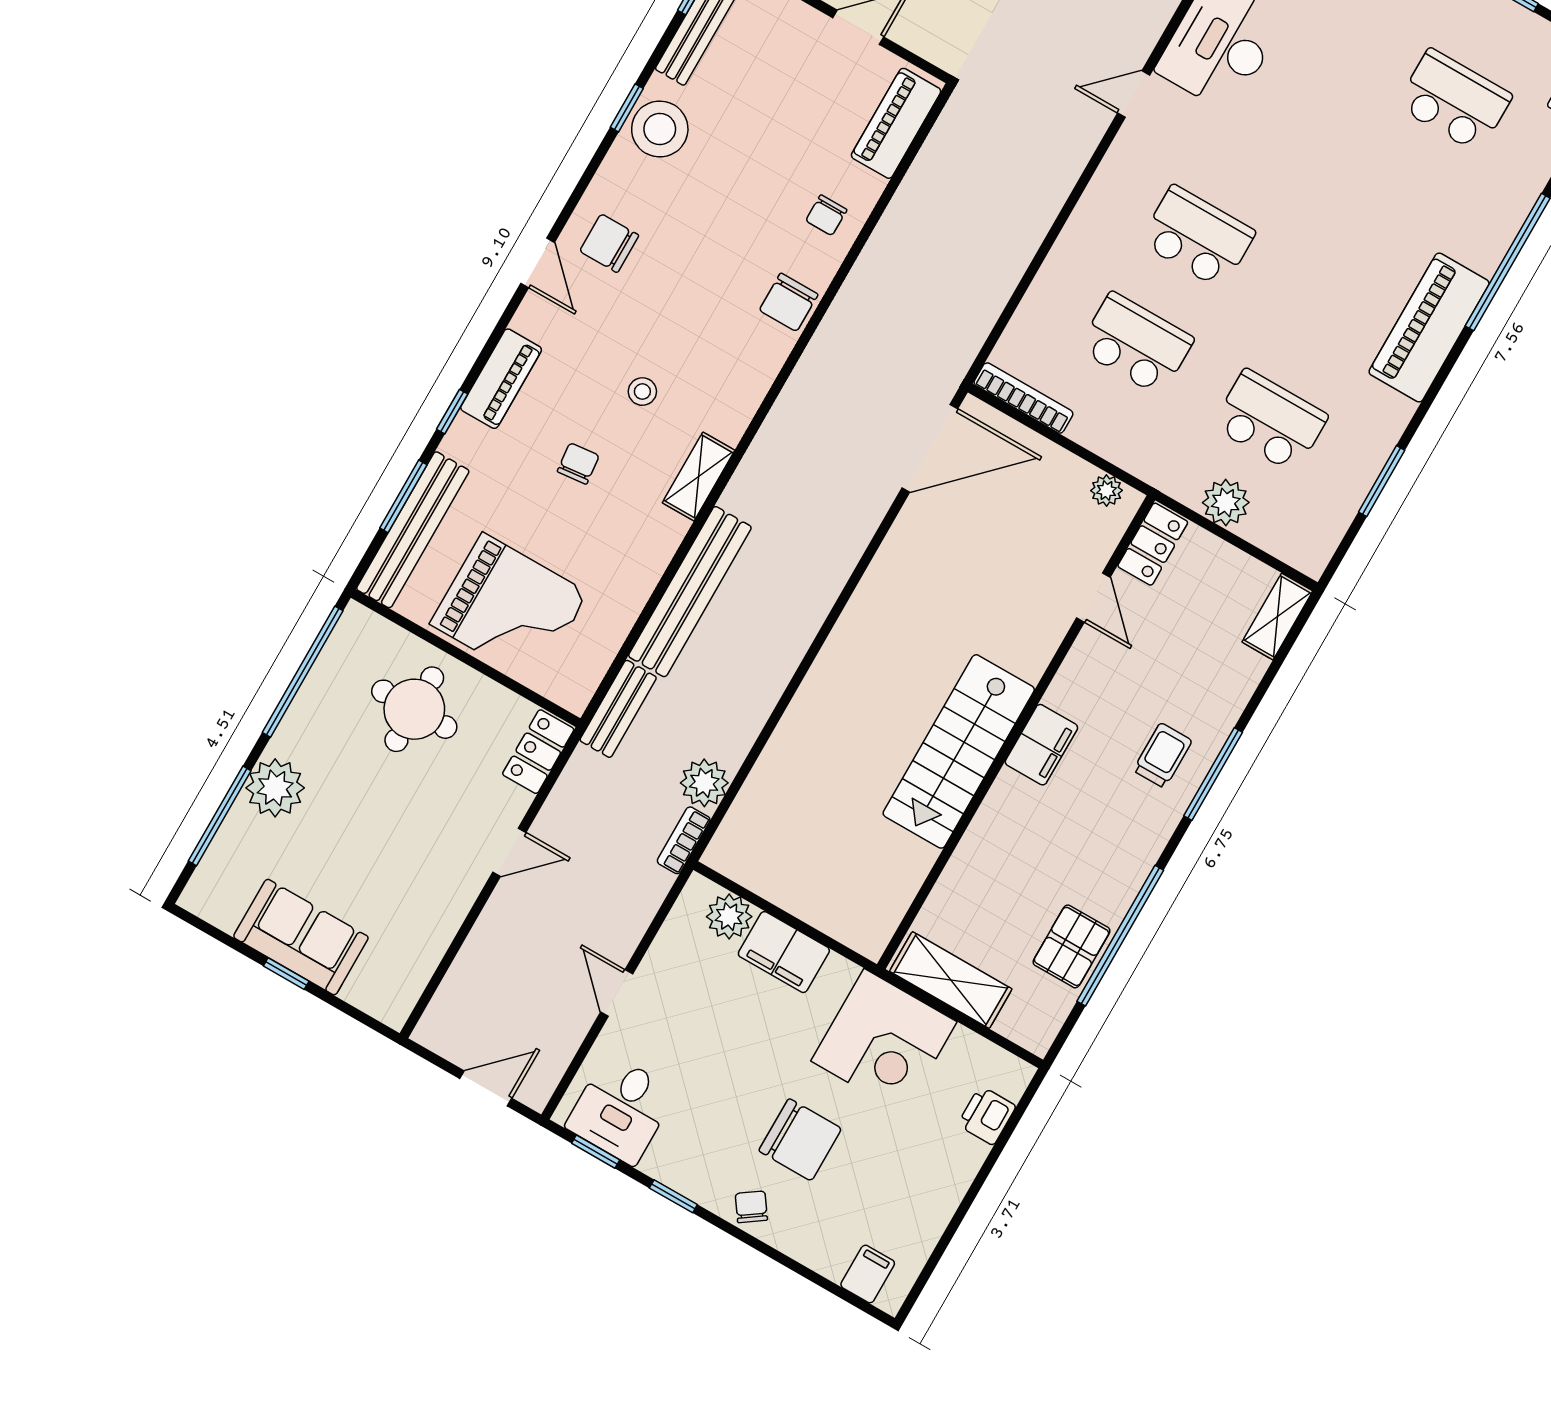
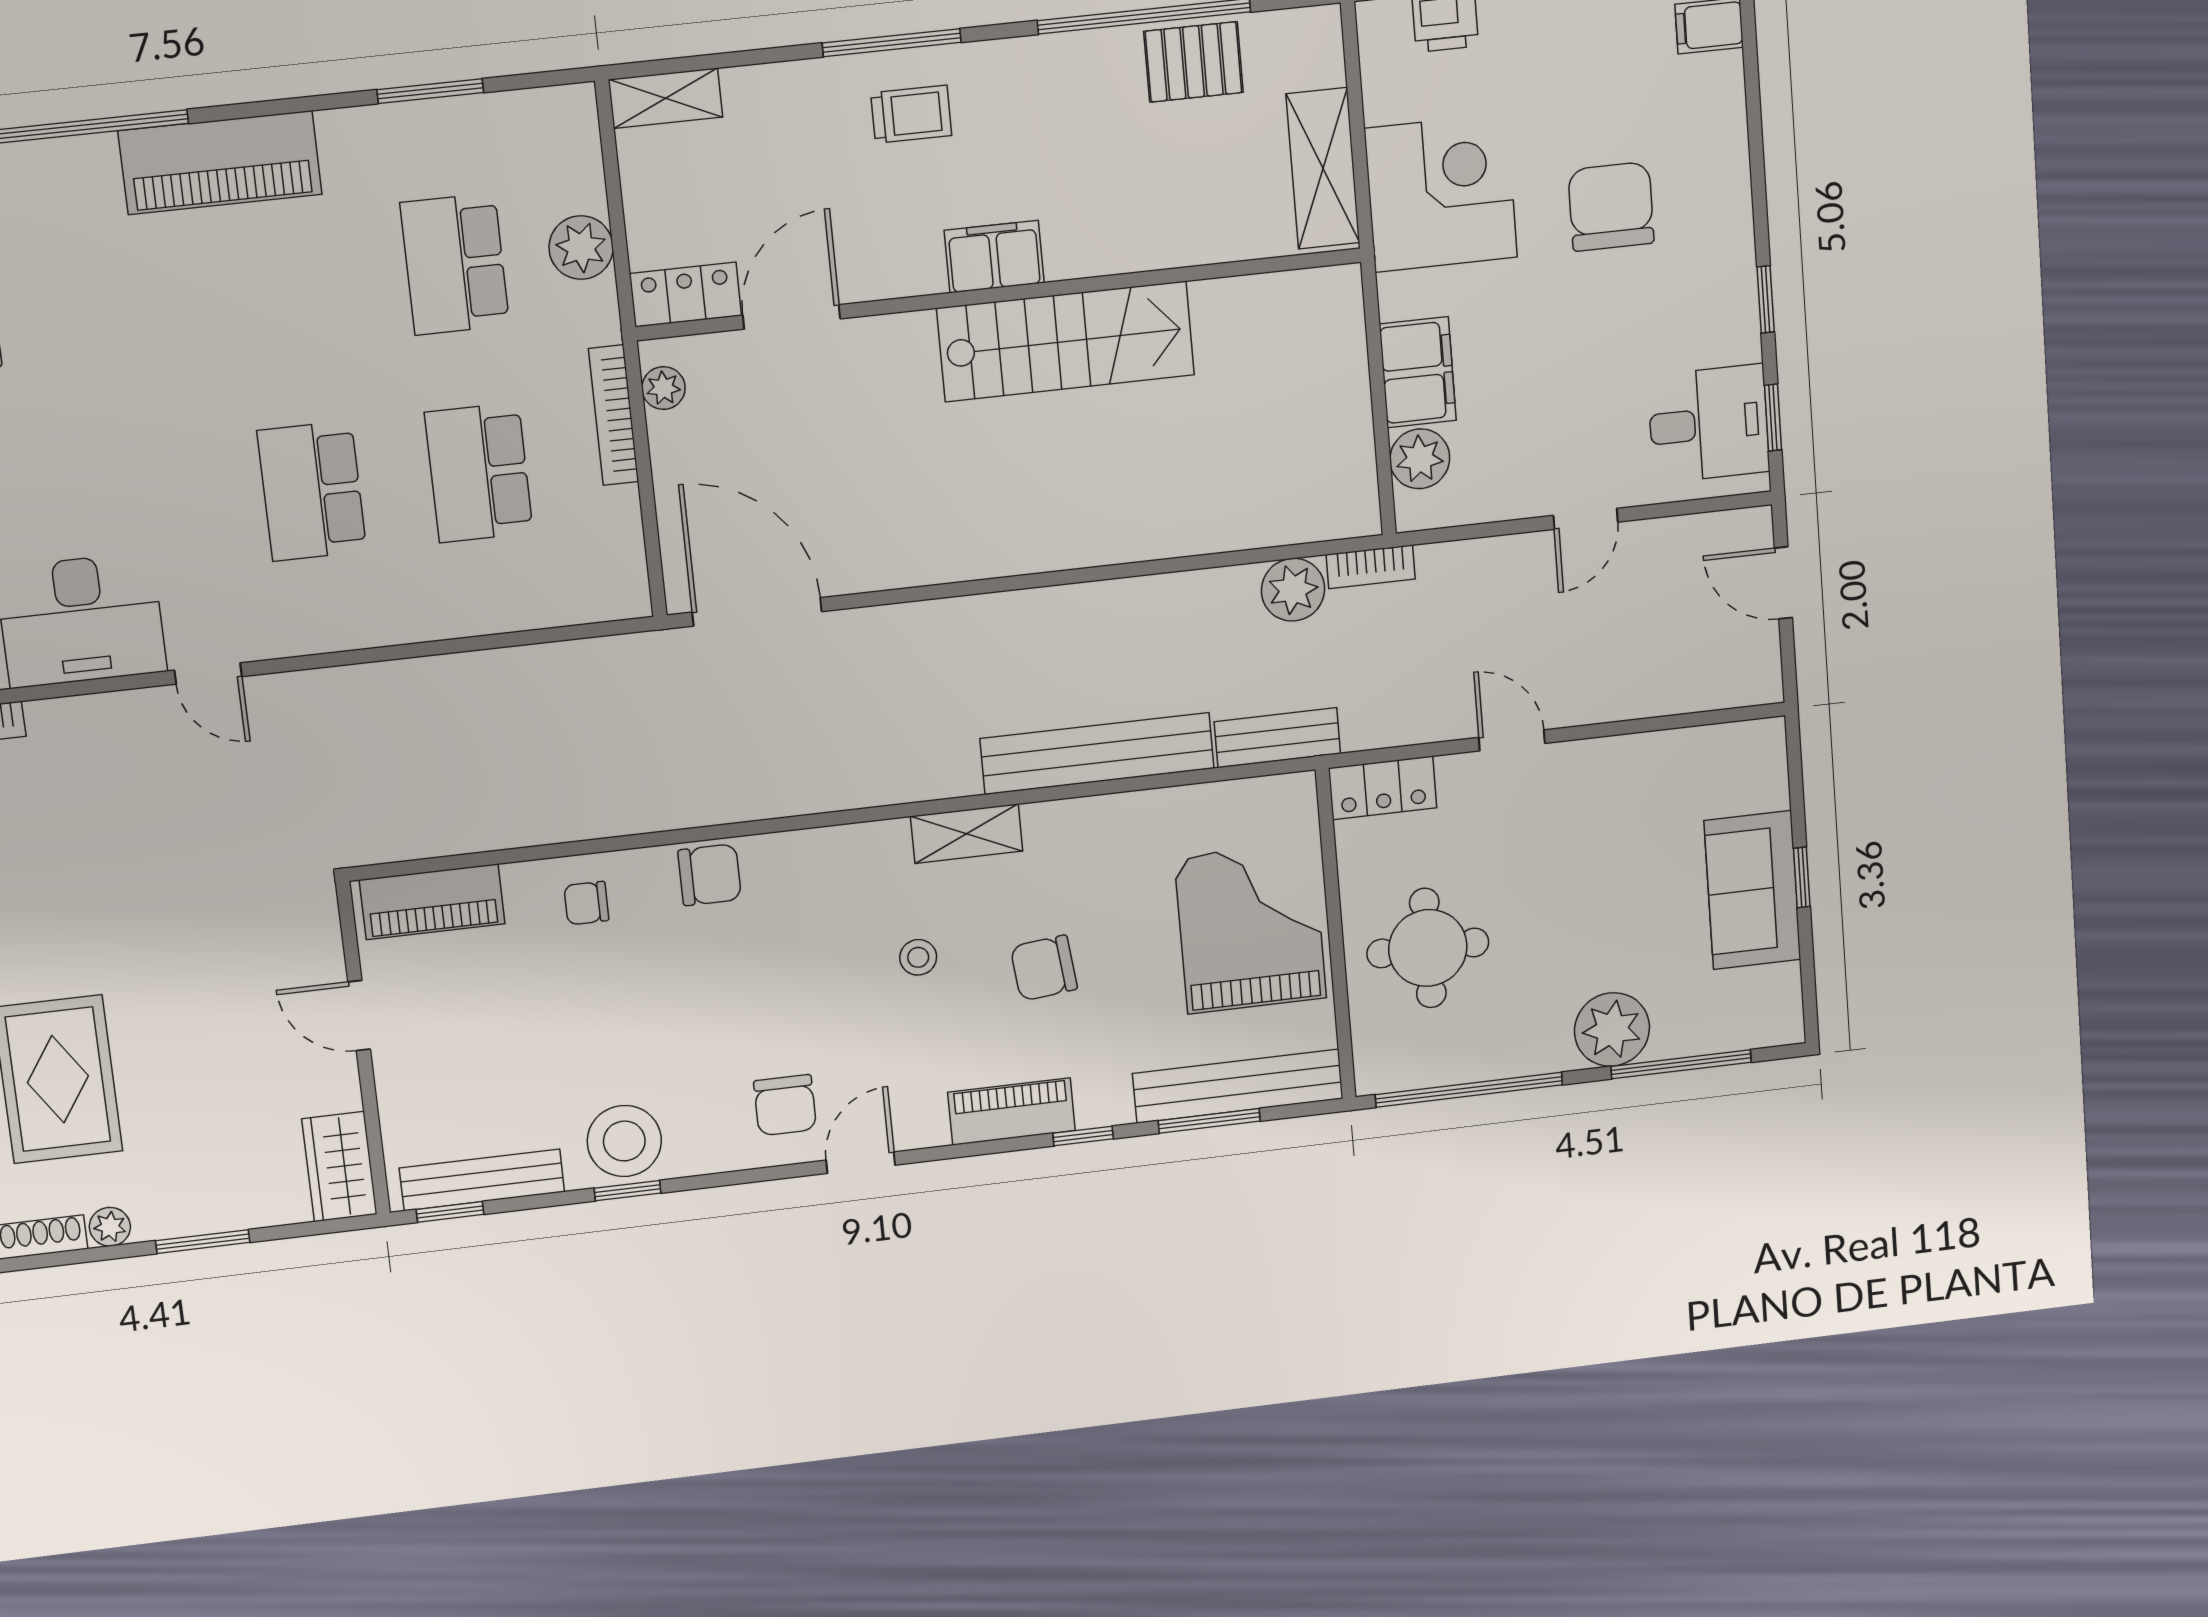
chair: (826, 215) -> (586, 903), turned 180
bookcase: (1023, 398) -> (614, 415), moved
chair: (578, 464) -> (1044, 968), width x1.37, depth x1.37
door: (1093, 598) -> (792, 317), width x1.38
trolley: (1162, 755) -> (911, 114), turned 180
chair: (751, 1207) -> (1721, 207), removed

